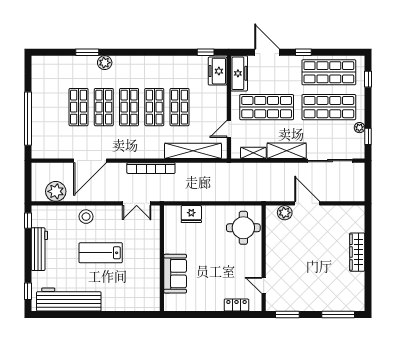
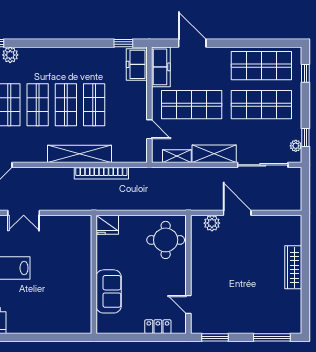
window: (303, 52) -> (233, 43), removed
plant: (359, 128) -> (296, 146), moved
door: (229, 129) -> (149, 129), swing flipped
shelving: (193, 151) -> (79, 154), moved
bookcase: (151, 168) -> (101, 173), moved
double door: (137, 203) -> (24, 213), moved
wall: (162, 258) -> (94, 274), moved
sofa: (175, 274) -> (109, 291), moved

